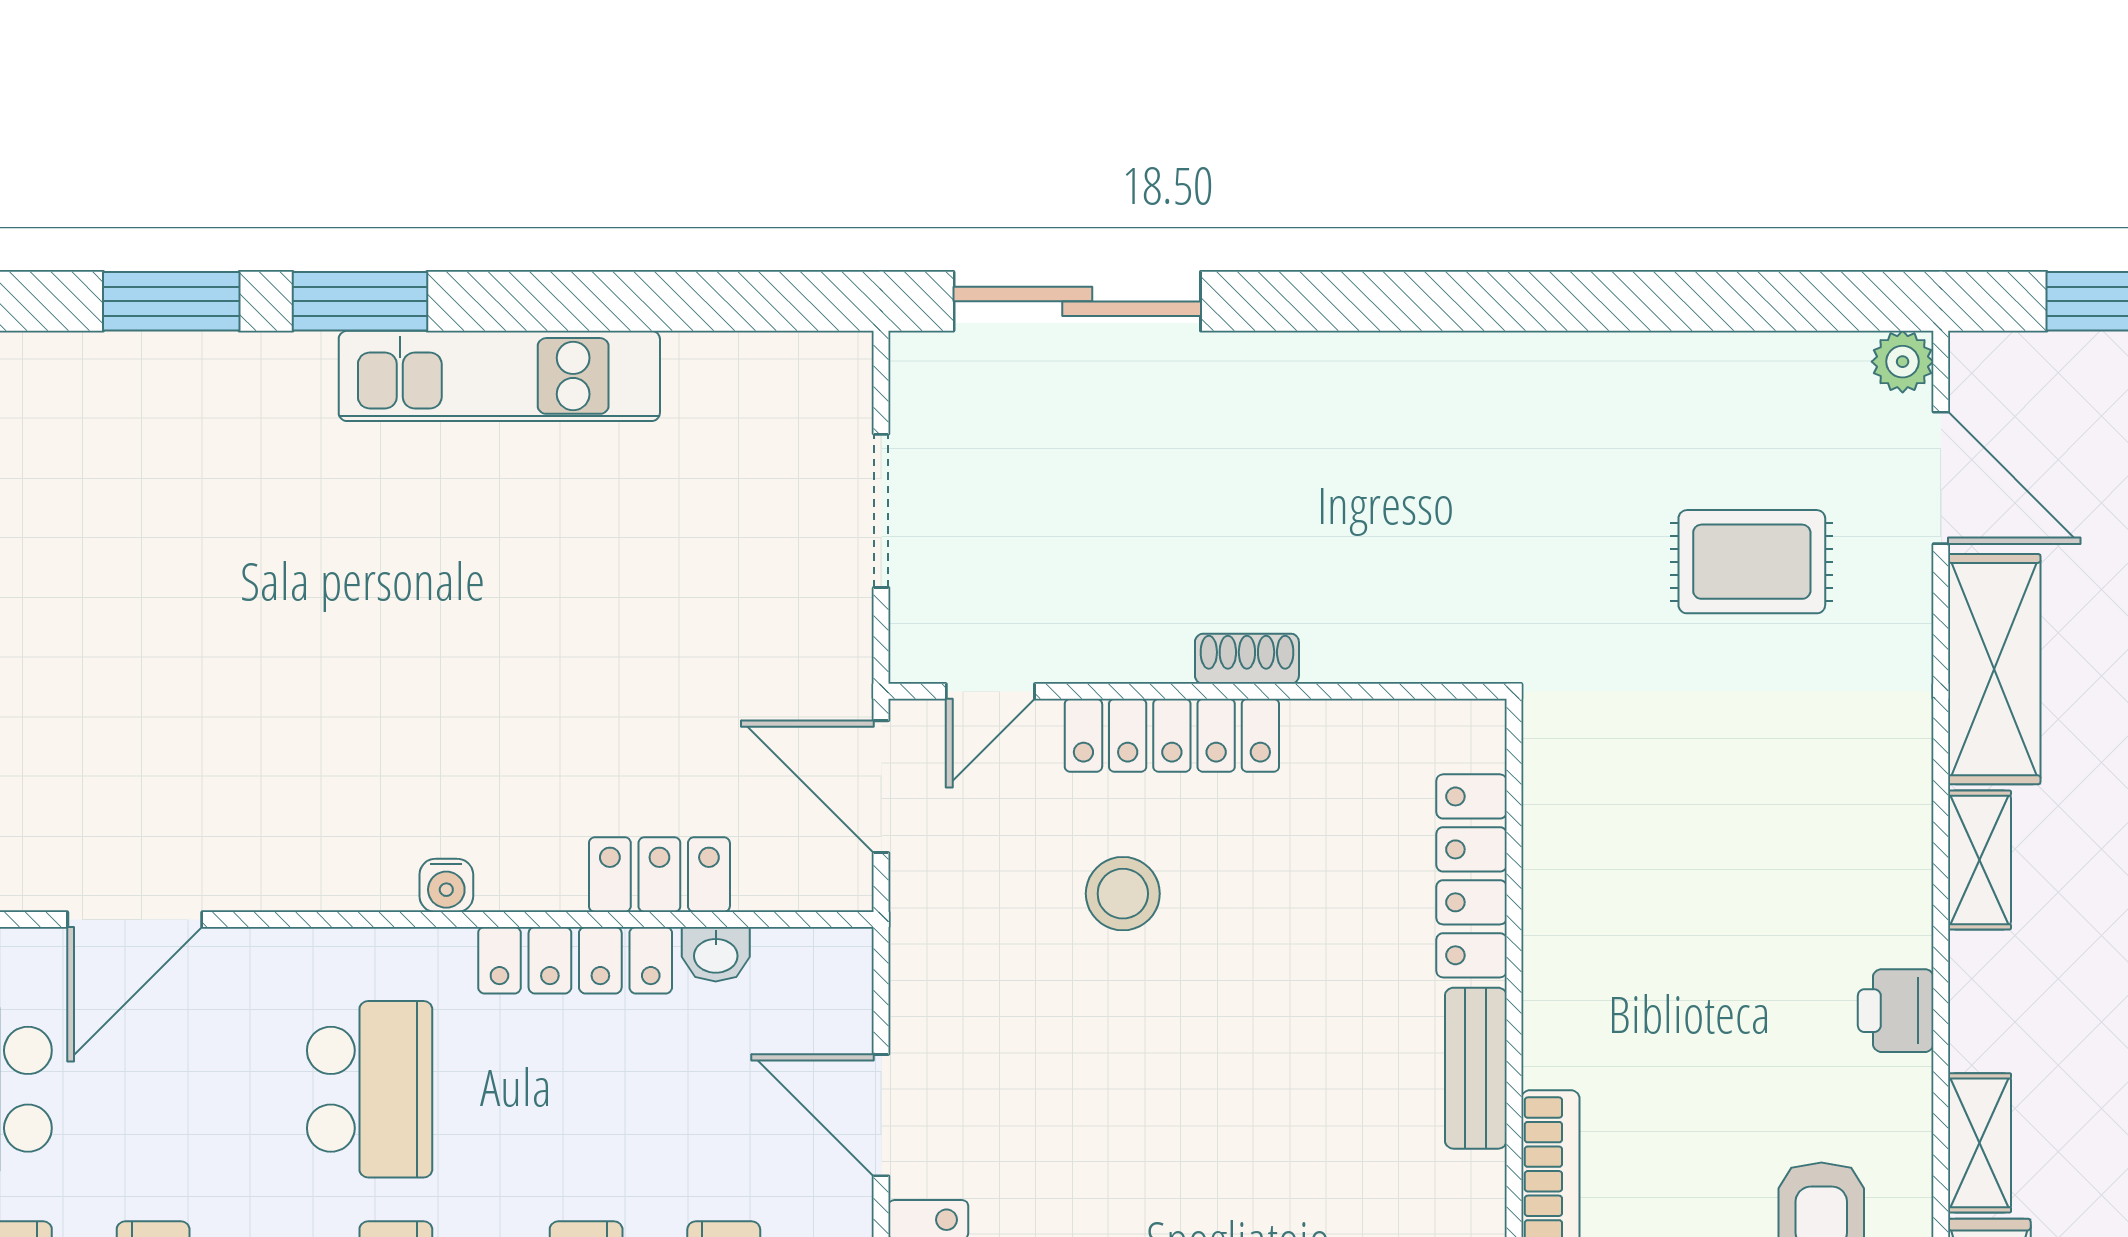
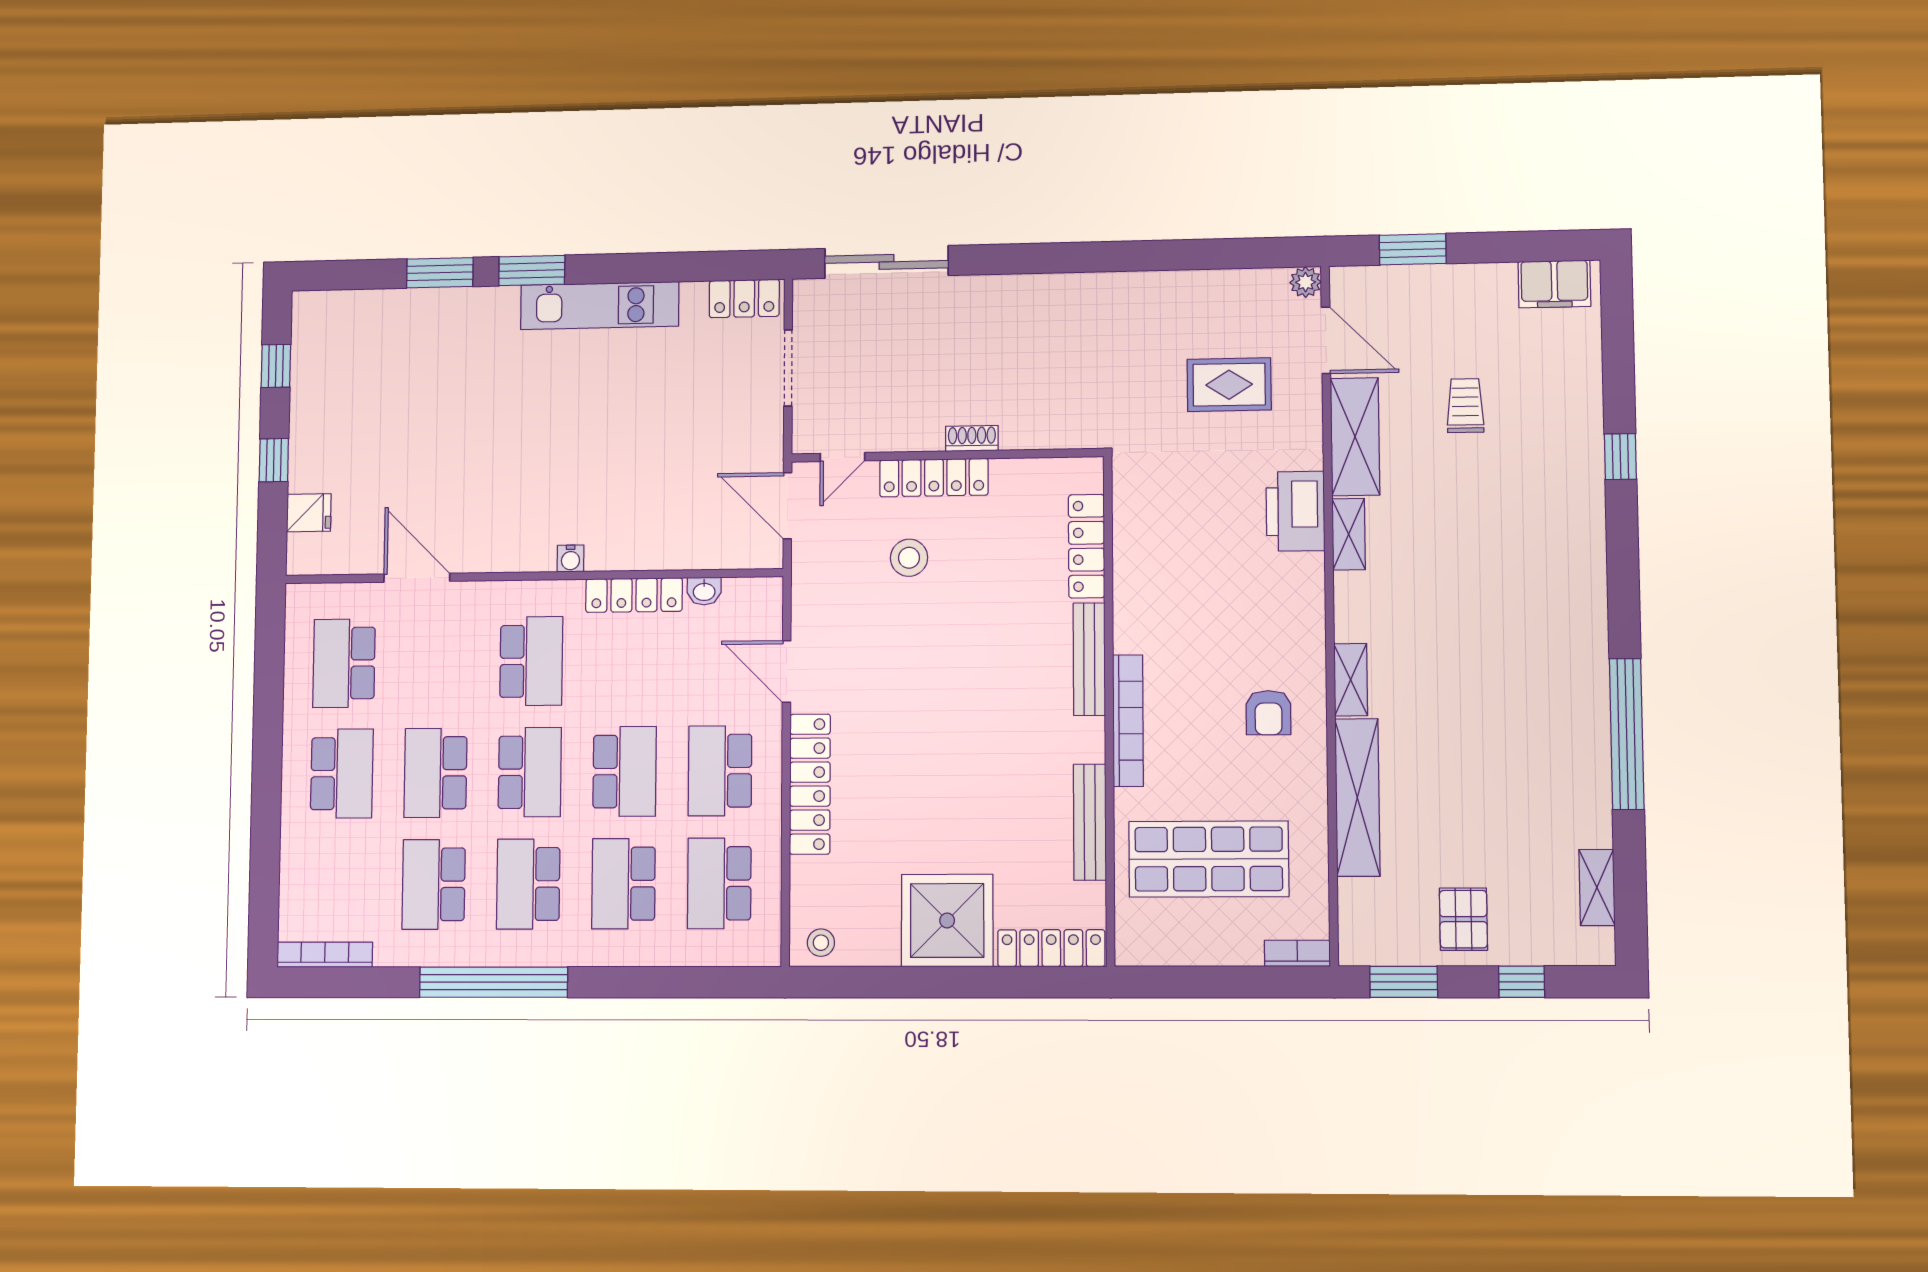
locker: (659, 875) -> (744, 298), moved, turned 180
door: (135, 919) -> (417, 578), swing flipped
printer: (1896, 1011) -> (1295, 511), moved, width x1.87, depth x1.48
bench: (1476, 1068) -> (1089, 659), width x1.36

